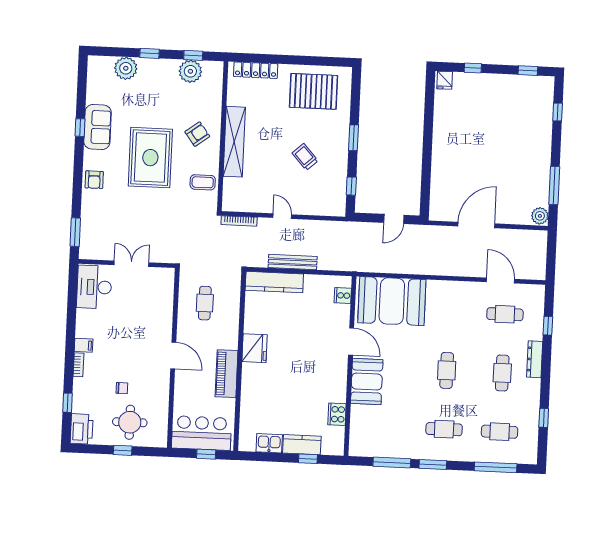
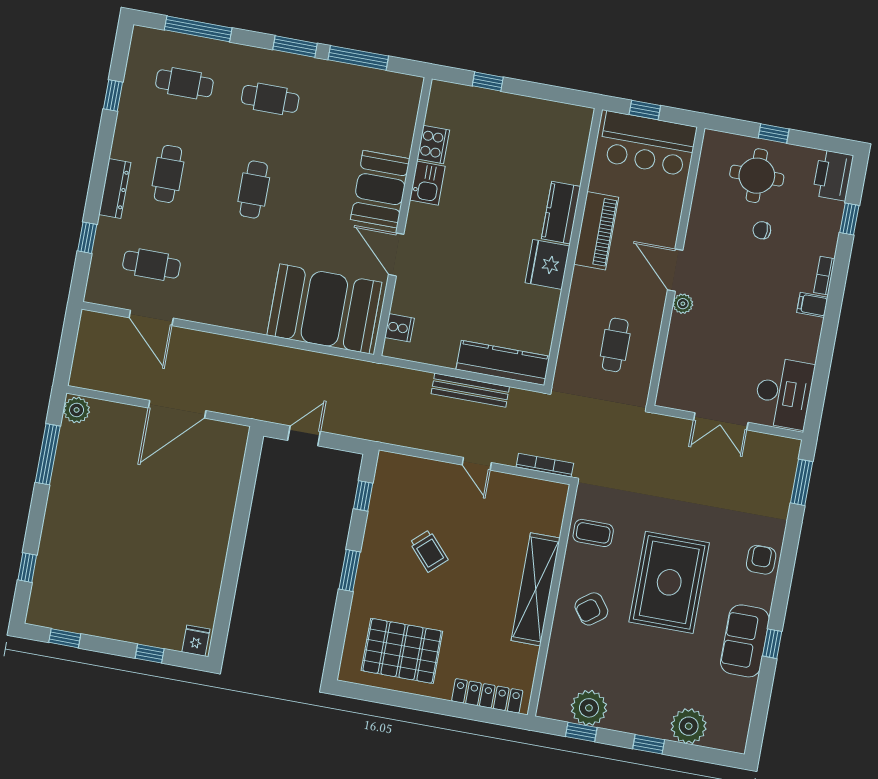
plant: (166, 335) -> (683, 304), added
kitchen sink: (269, 443) -> (427, 183), moved, turned -90
kitchen counter: (302, 445) -> (561, 213), moved, turned 90

